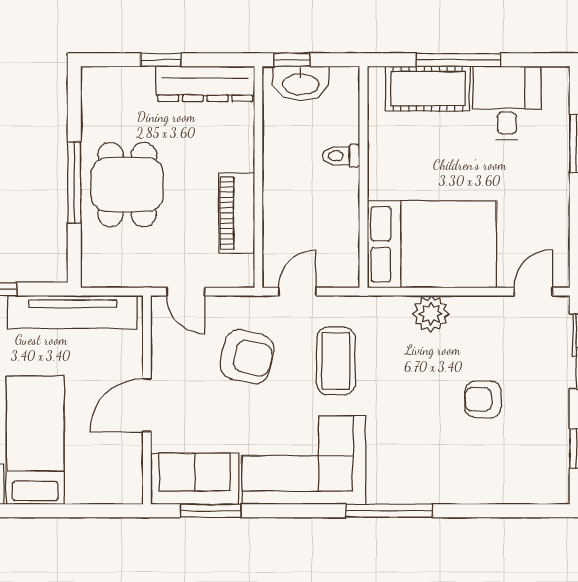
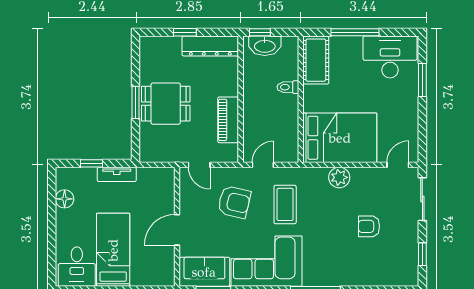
cot: (428, 89) -> (316, 60), moved, turned 90
desk: (507, 103) -> (390, 57), width x1.37
window: (74, 182) -> (135, 102), width x0.69
dining table: (127, 185) -> (166, 104), turned 90
tv unit: (73, 312) -> (117, 174), width x0.52, depth x0.78

